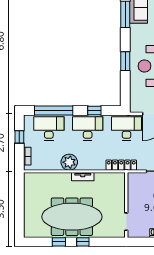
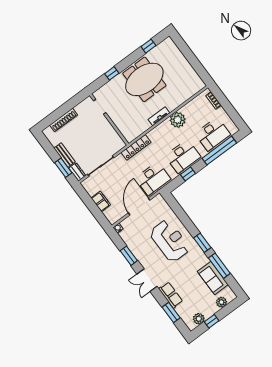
window: (125, 61) -> (202, 243), moved
window: (19, 137) -> (230, 111), removed
meeting table: (72, 217) -> (144, 79), width x0.73
window: (59, 242) -> (148, 46), moved
window: (83, 242) -> (112, 73), moved

